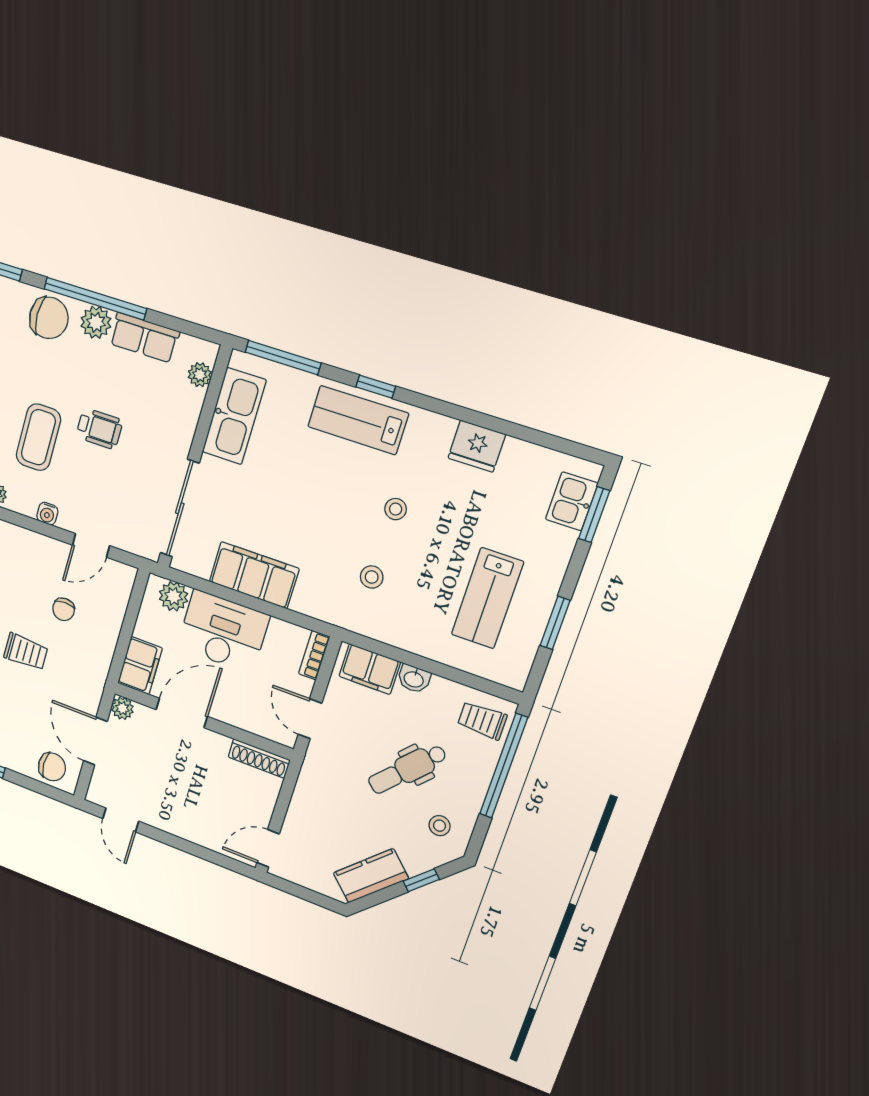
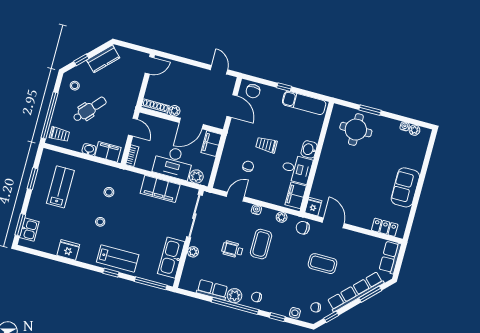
chair: (49, 318) -> (256, 297), width x0.54, depth x0.54
plant: (200, 375) -> (193, 252), moved
plant: (122, 708) -> (174, 111), moved
chair: (52, 767) -> (253, 91), turned -90

